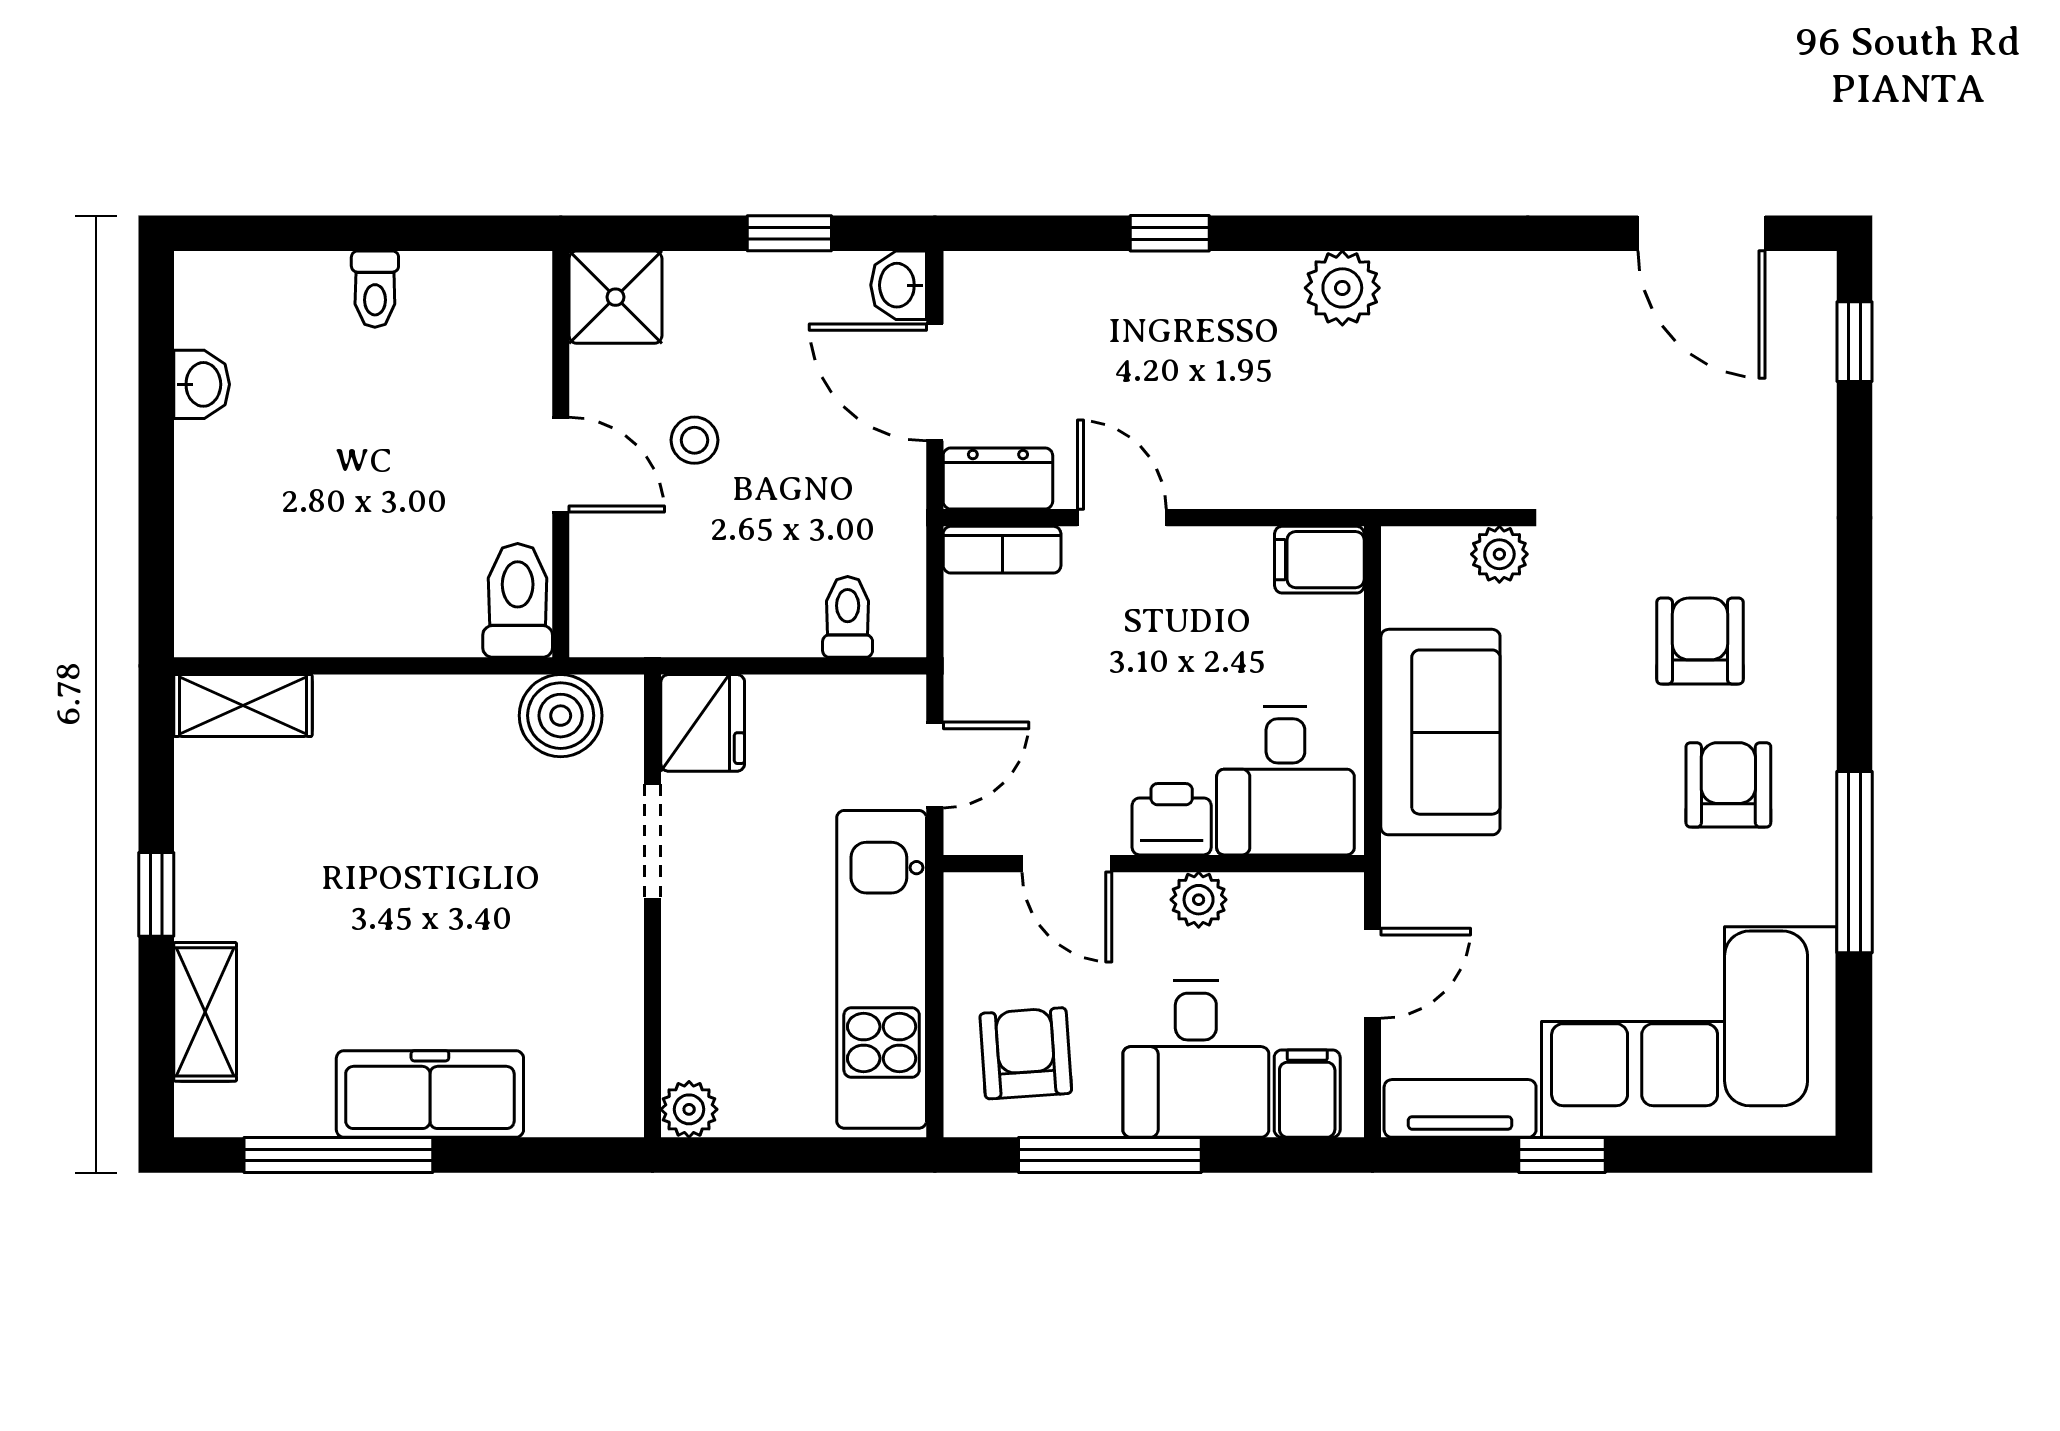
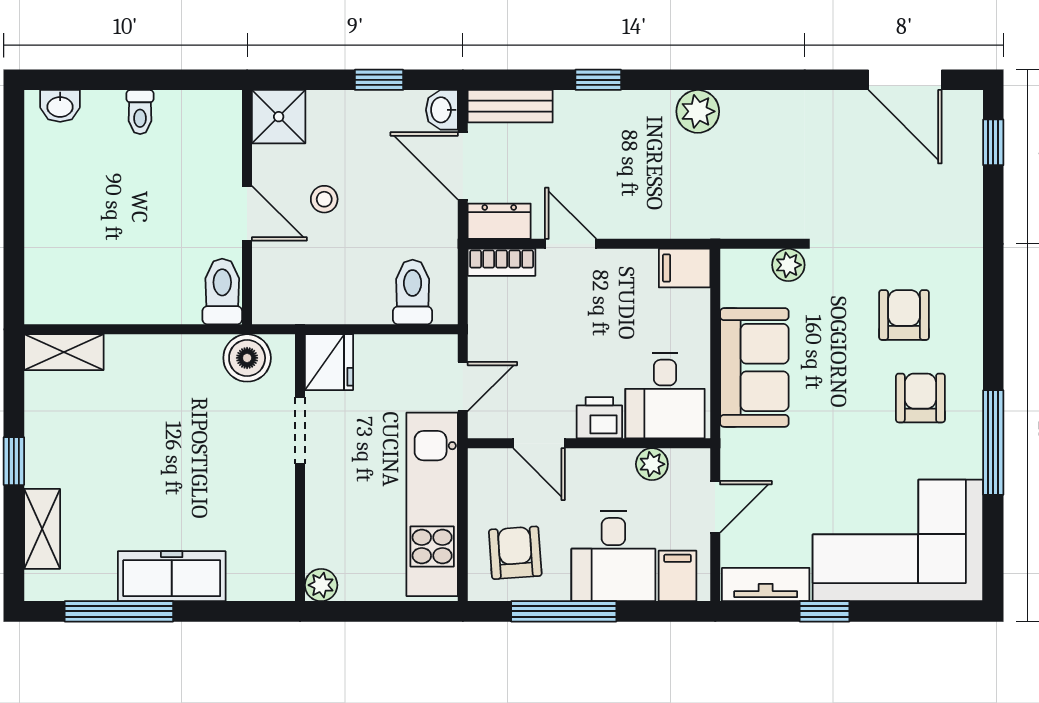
bench: (1017, 279) -> (510, 106), added
washbasin: (202, 384) -> (60, 106), moved, turned 90
toilet: (848, 617) -> (413, 292), width x1.37, depth x1.39
plant: (1199, 900) -> (652, 464), moved

